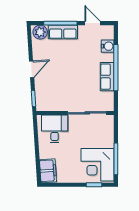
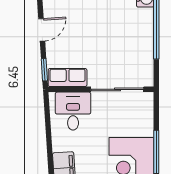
row of seats: (107, 77) -> (68, 78), moved, turned 90

